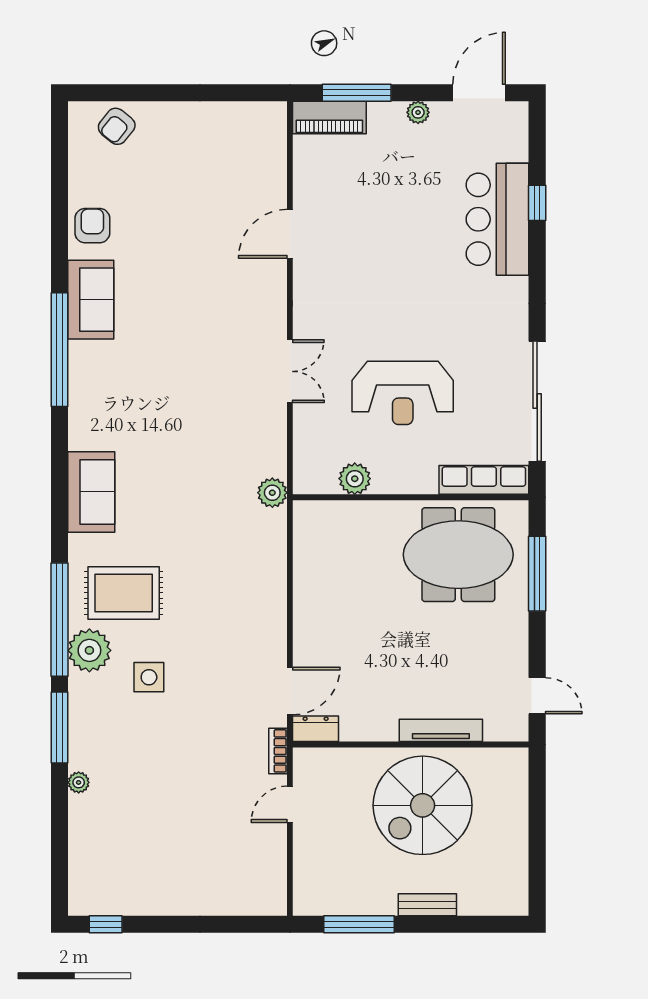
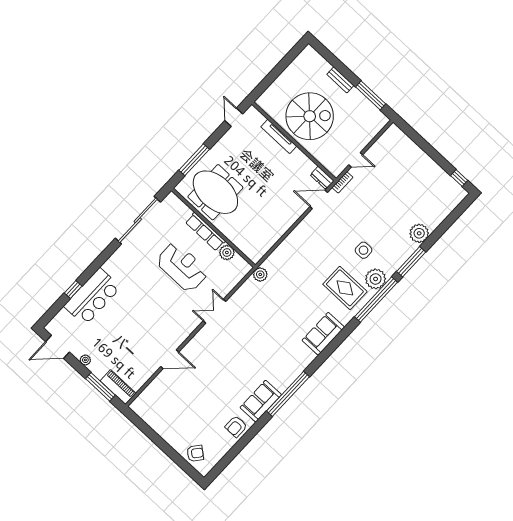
row of seats: (484, 480) -> (205, 232), moved
plant: (79, 782) -> (419, 233), width x1.87, depth x1.87

